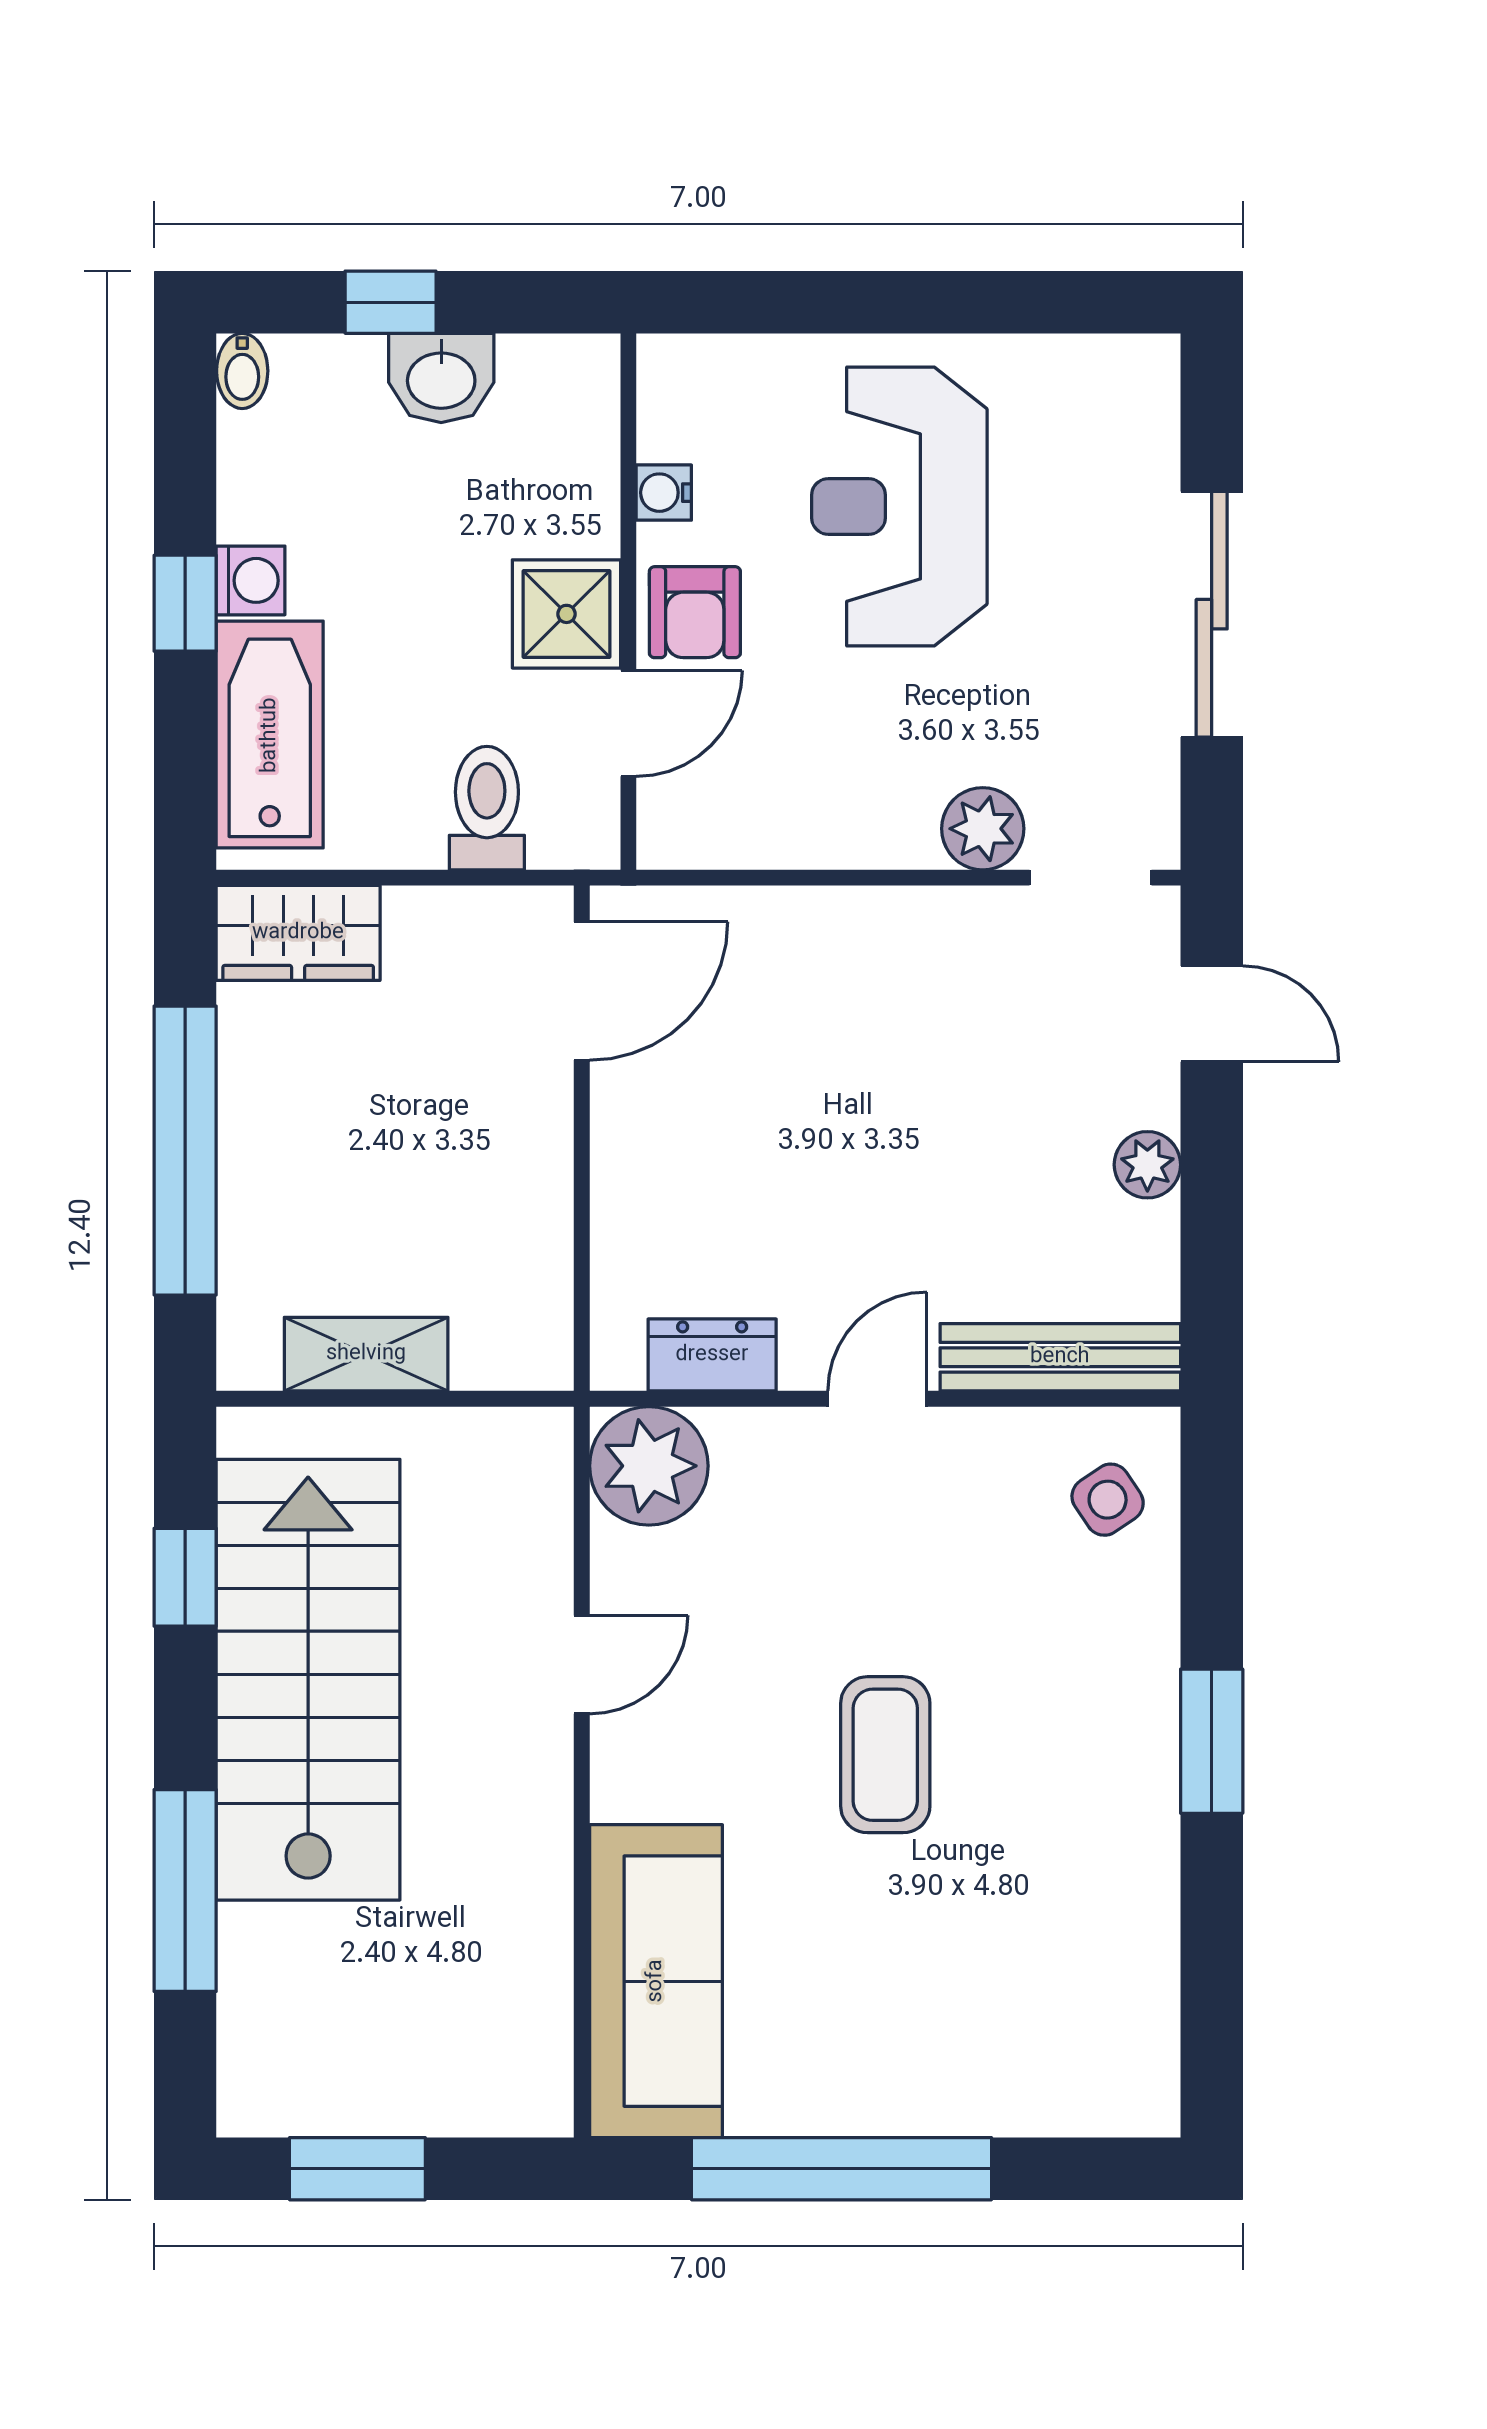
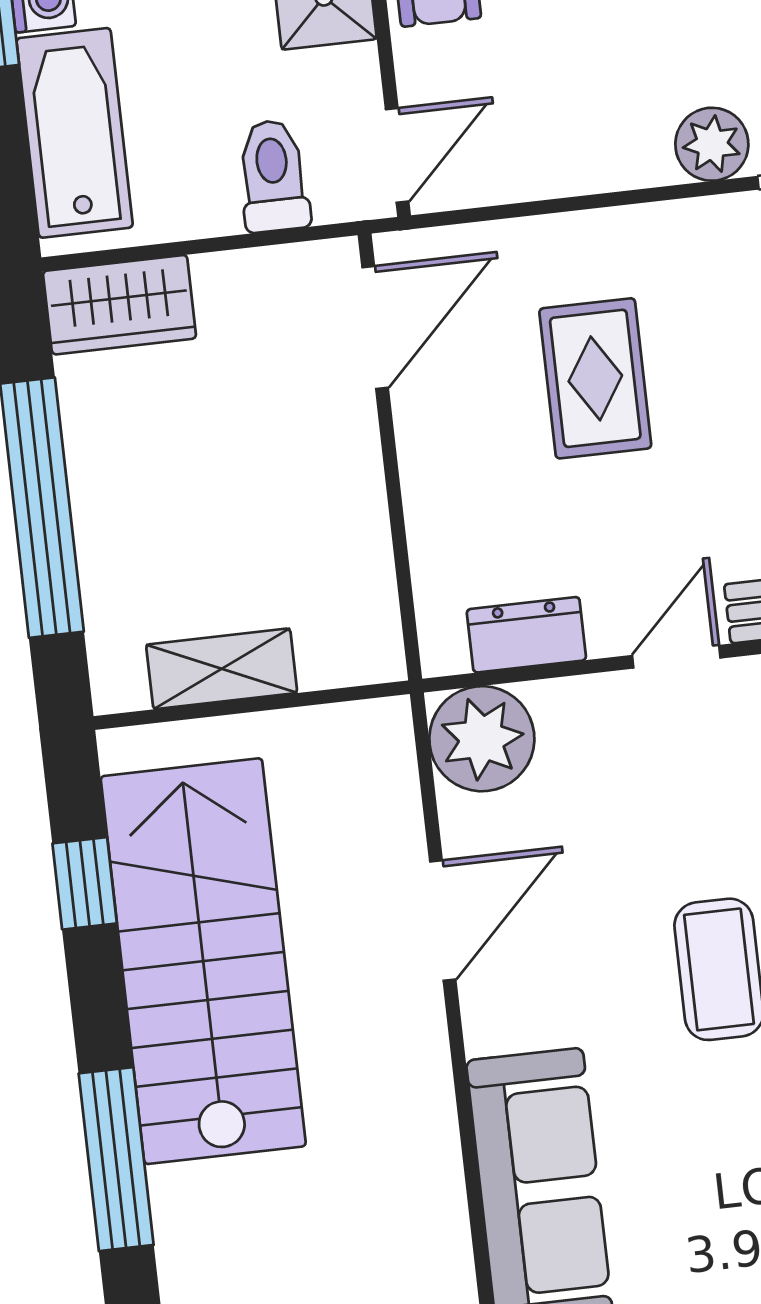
door: (628, 723) -> (397, 155), moved
rug: (822, 1076) -> (595, 378), added
door: (582, 1665) -> (443, 921), width x1.38

